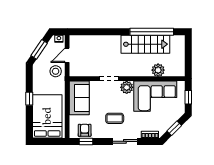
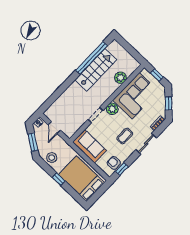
stool: (56, 71) -> (52, 158), moved

